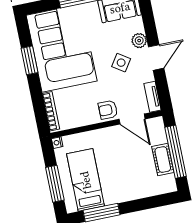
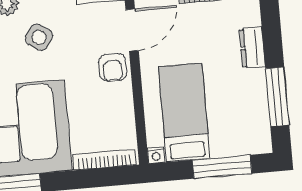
bed: (86, 180) -> (184, 113), moved, turned 90
dresser: (130, 194) -> (252, 47), added

